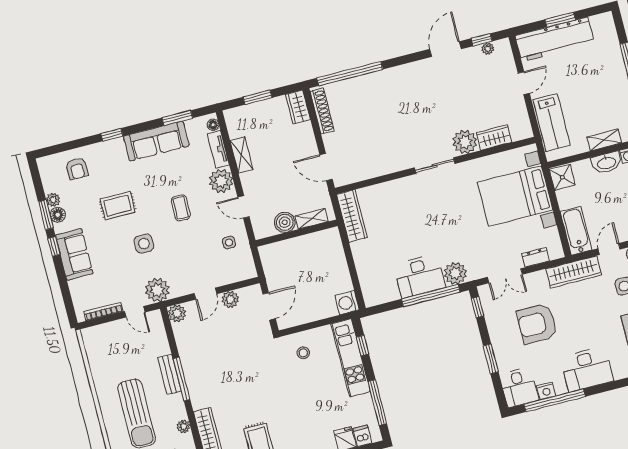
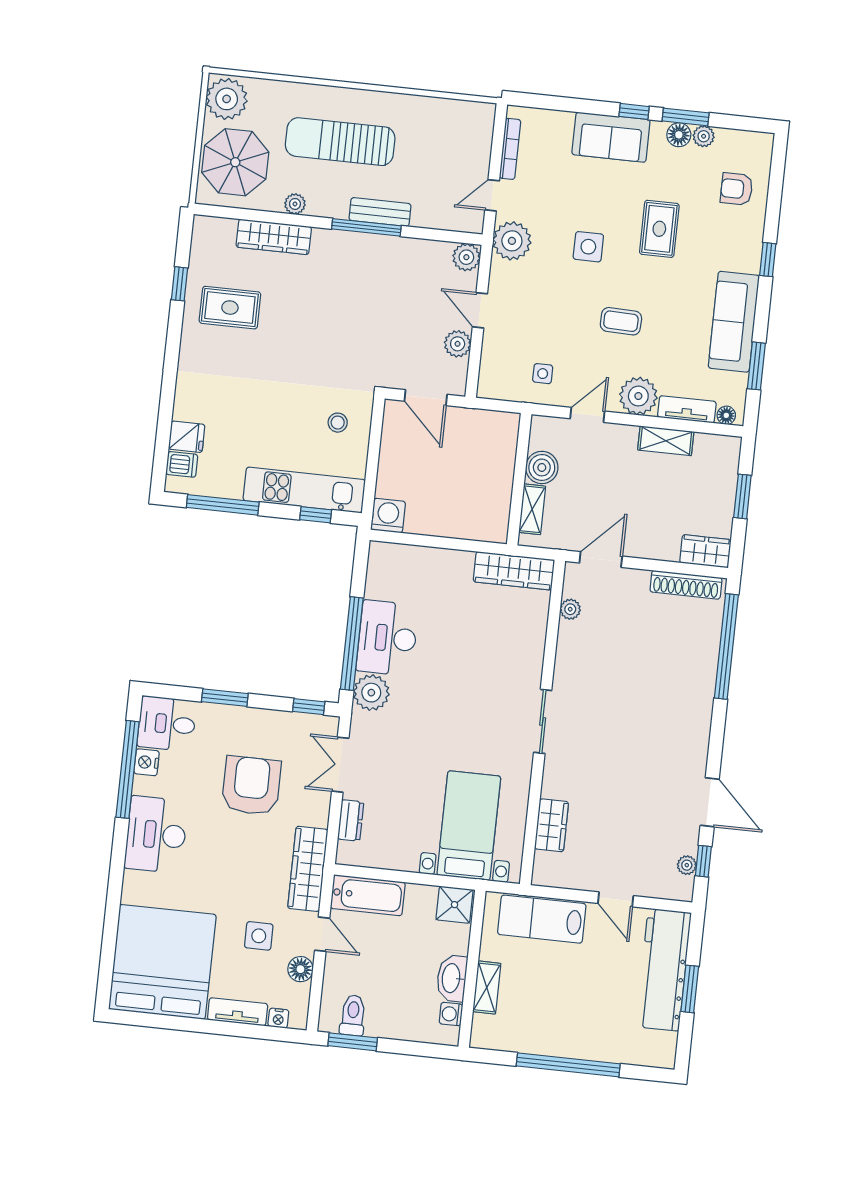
plant: (465, 142) -> (570, 609), moved, width x0.53, depth x0.53
bed with nightstands: (515, 196) -> (469, 826), width x0.73

